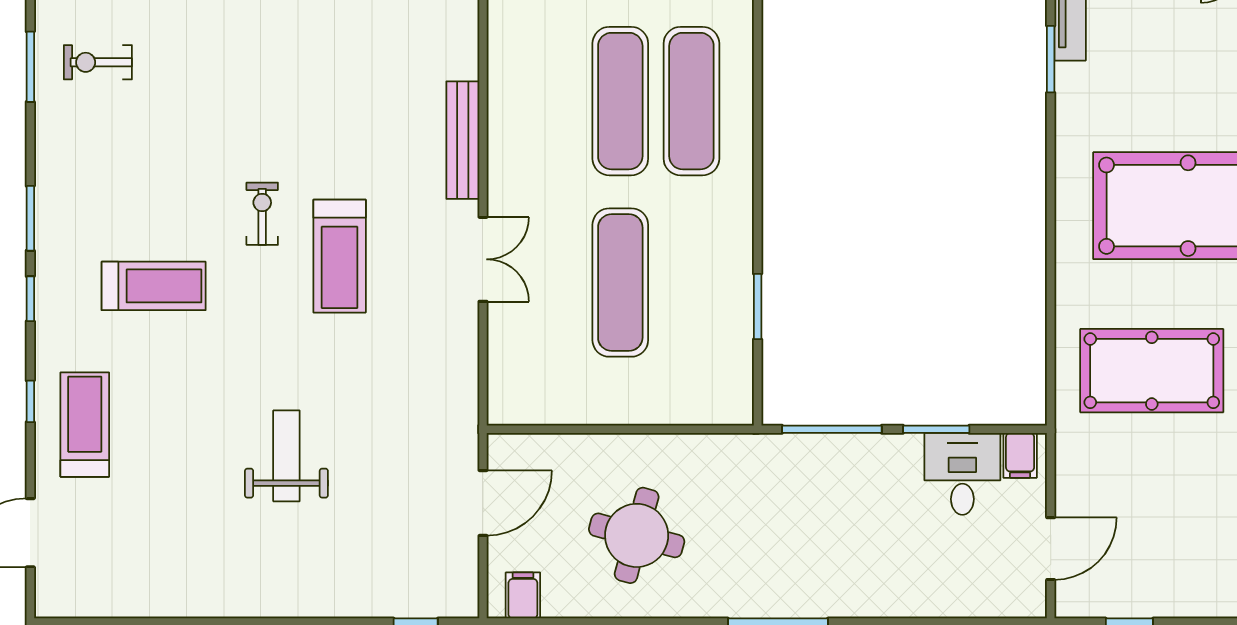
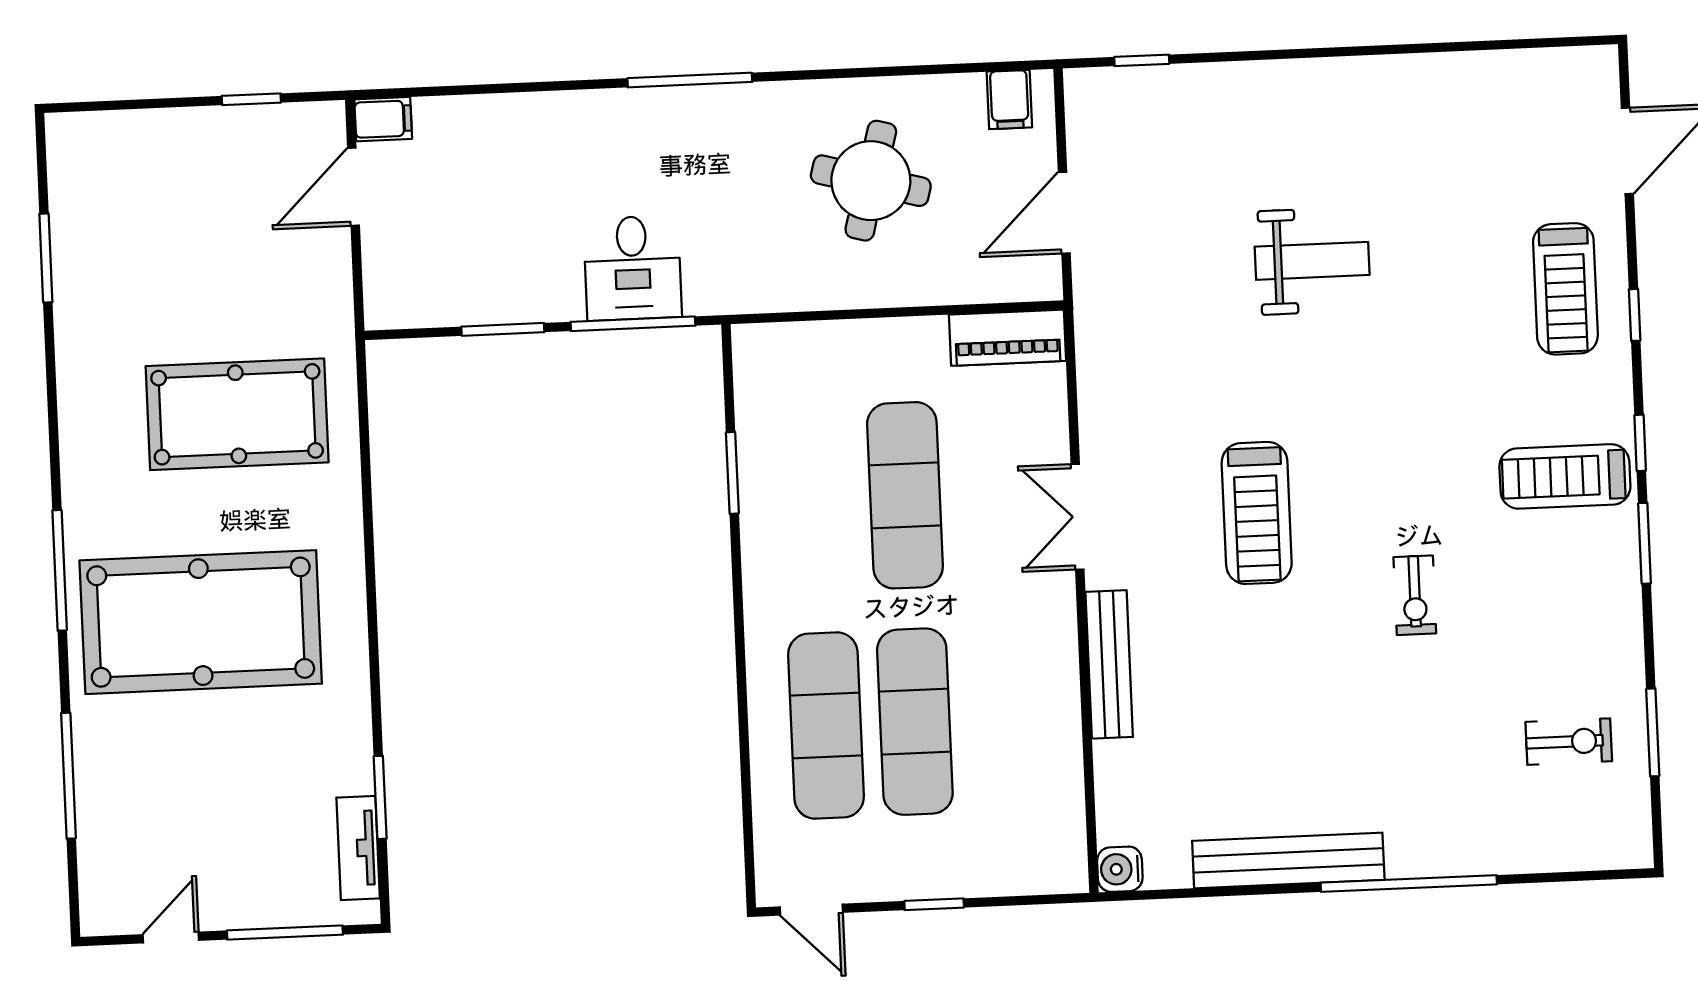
exercise bike: (262, 214) -> (1415, 595), moved
treadmill: (340, 256) -> (1257, 513), turned 180
treadmill: (154, 286) -> (1565, 476), moved
piano: (533, 405) -> (1008, 338), added
filing cabinet: (1020, 455) -> (383, 119), moved, turned 90
weight bench: (286, 456) -> (1312, 261), turned -90
desk: (962, 474) -> (633, 268), moved

